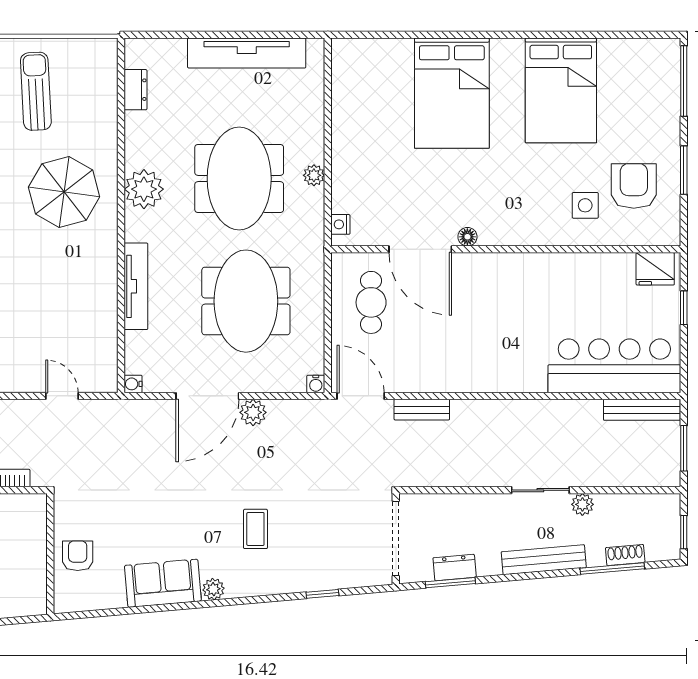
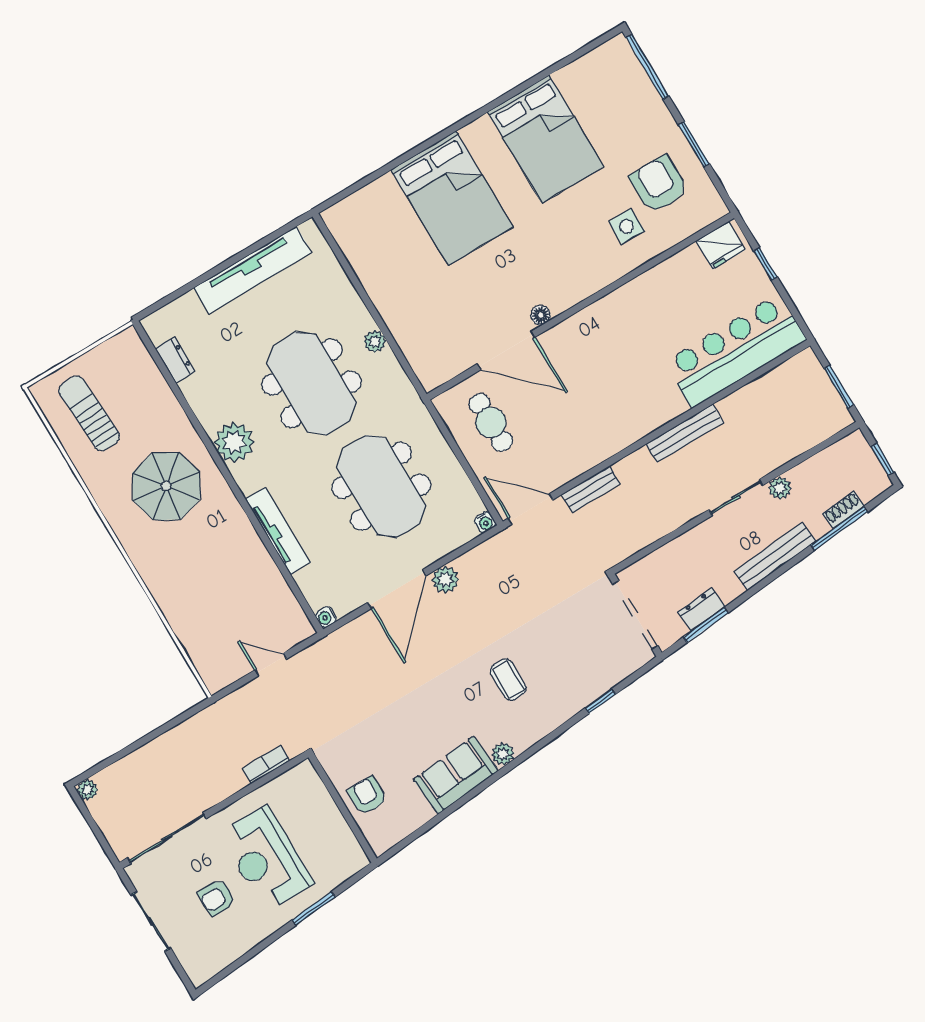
nightstand: (340, 224) -> (423, 370), removed
bench: (642, 410) -> (685, 433), moved

